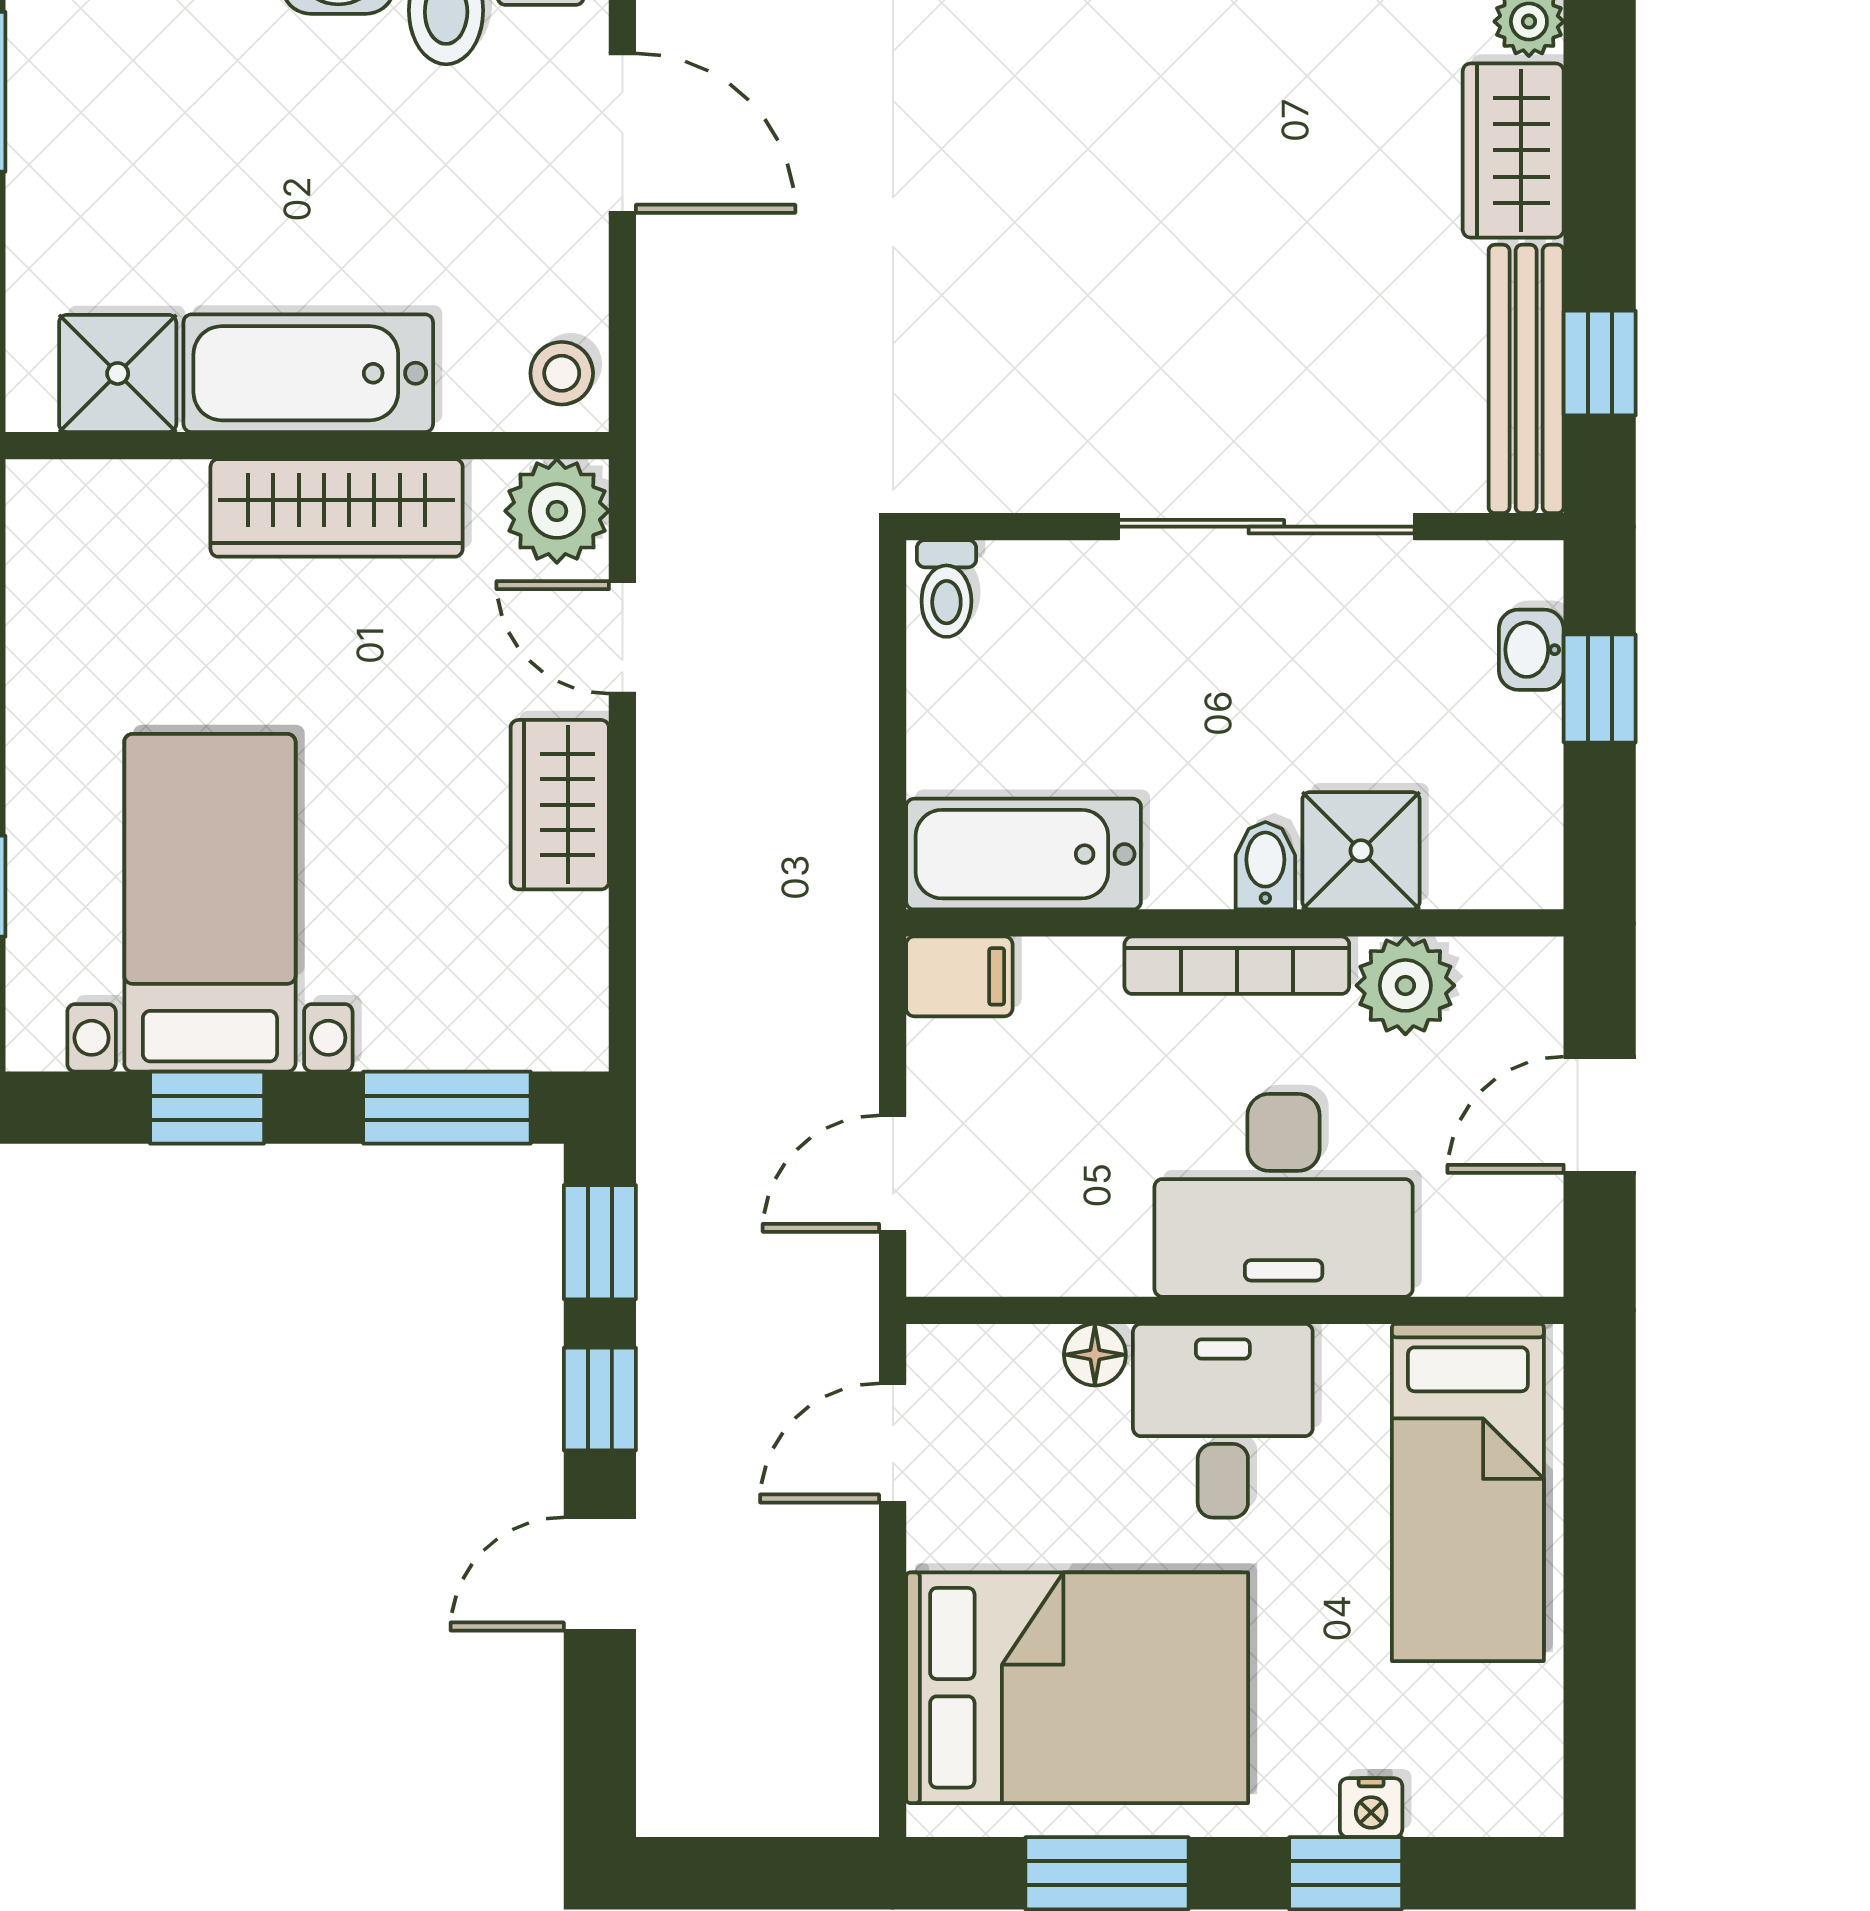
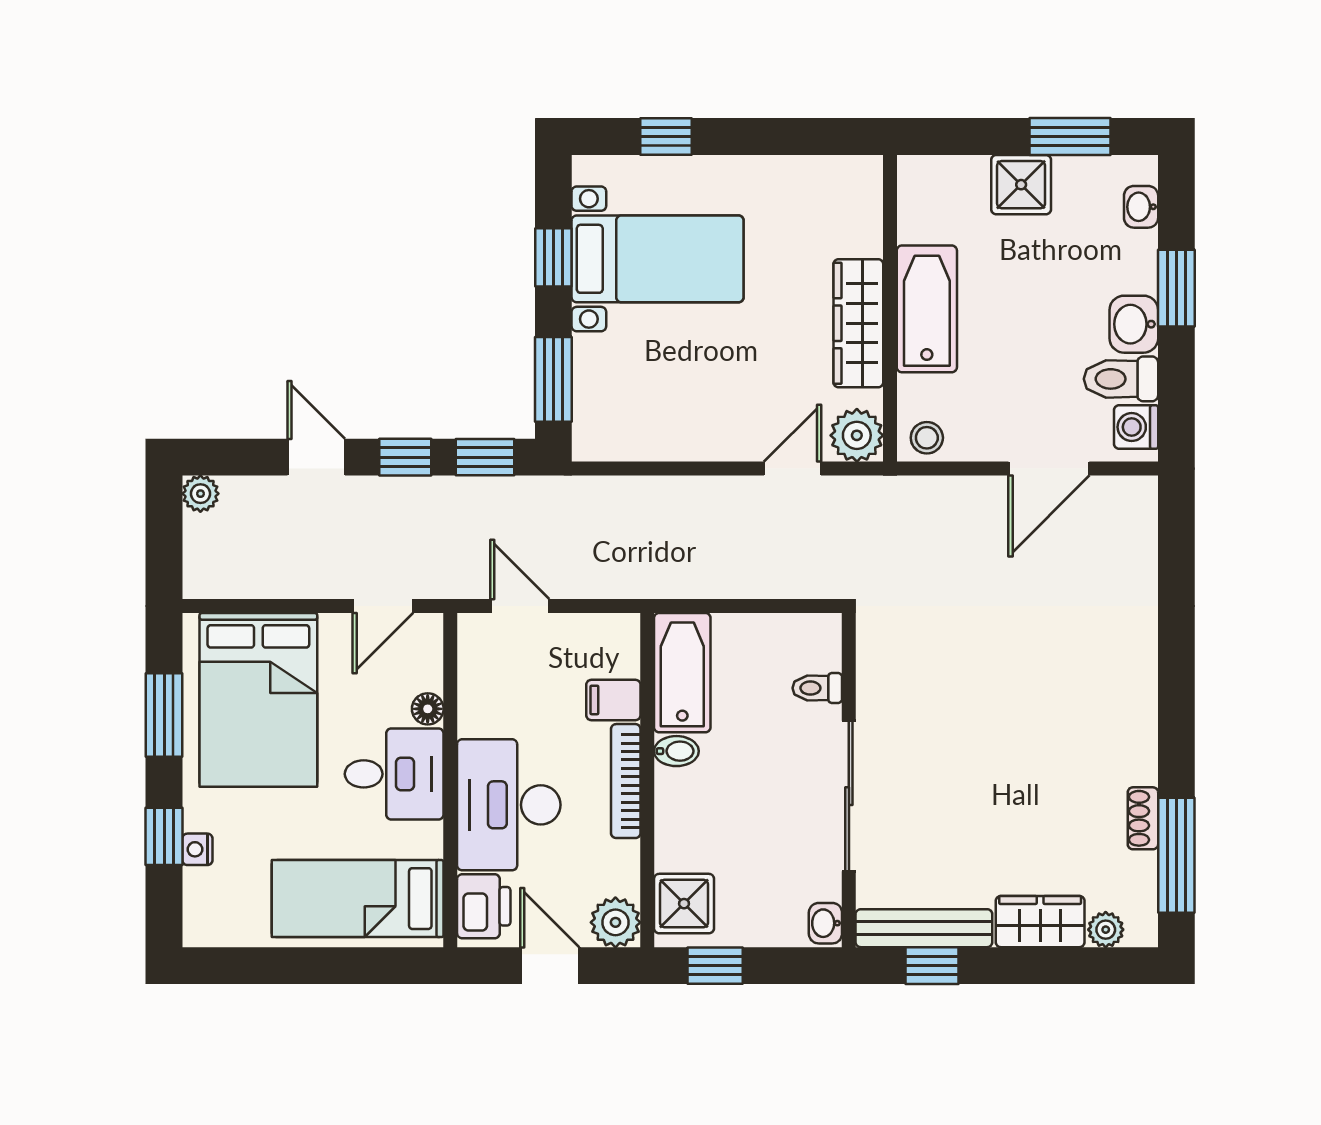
shower: (118, 373) -> (1021, 185), moved
toilet: (946, 589) -> (817, 688), moved
washbasin: (1531, 650) -> (825, 923), moved, turned -90
window: (1600, 689) -> (715, 966), moved
wardrobe: (560, 805) -> (707, 437), removed
shower: (1361, 851) -> (684, 904), moved
bidet: (1265, 866) -> (676, 751), moved
filing cabinet: (959, 976) -> (613, 700), moved, turned 90
plant: (1405, 985) -> (615, 922), moved
printer: (1483, 1245) -> (484, 906), added
door: (893, 1443) -> (383, 606), swing flipped
plant: (672, 1802) -> (200, 494), added

